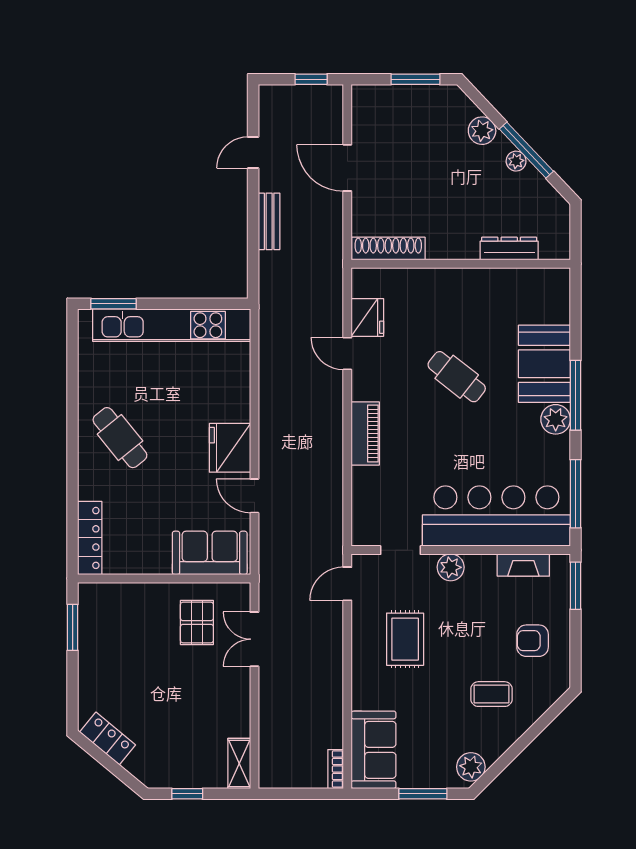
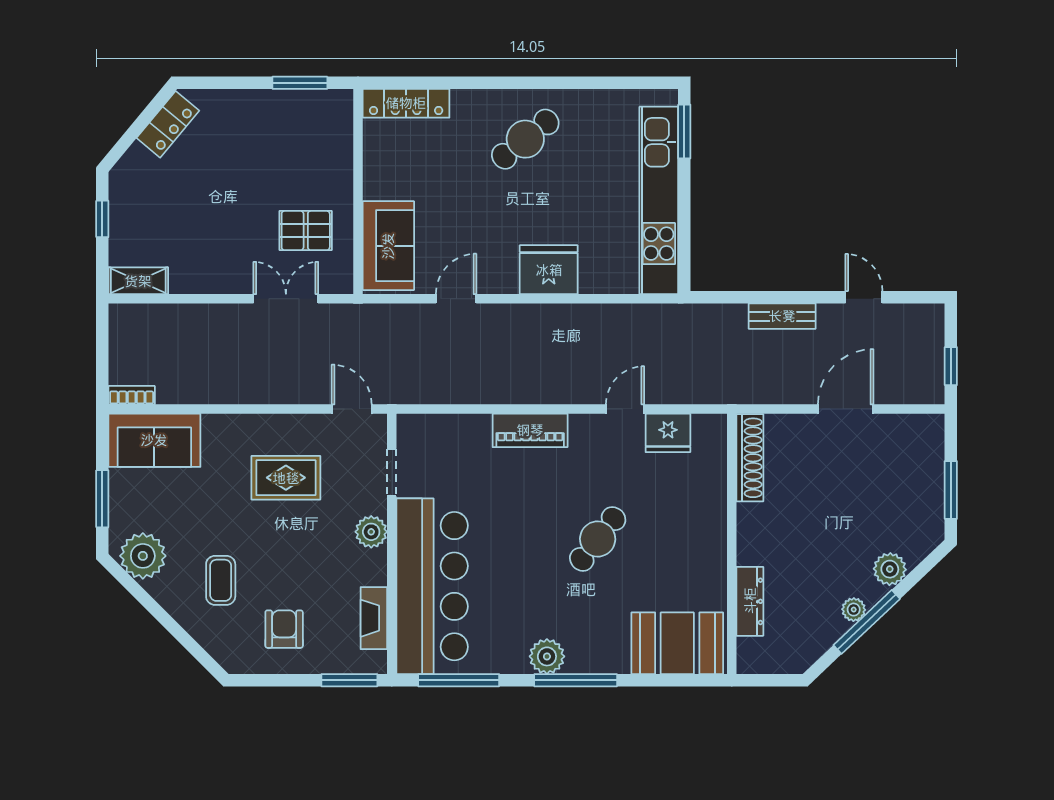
booth: (544, 364) -> (677, 643), moved
fridge: (230, 448) -> (549, 270), moved
plant: (471, 767) -> (143, 556), width x1.36, depth x1.36

